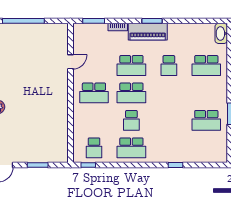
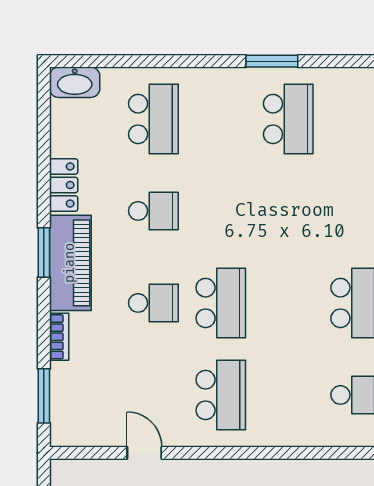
locker: (179, 29) -> (64, 185), added
school desk: (131, 65) -> (153, 303), width x0.54
school desk: (131, 120) -> (288, 303), removed

